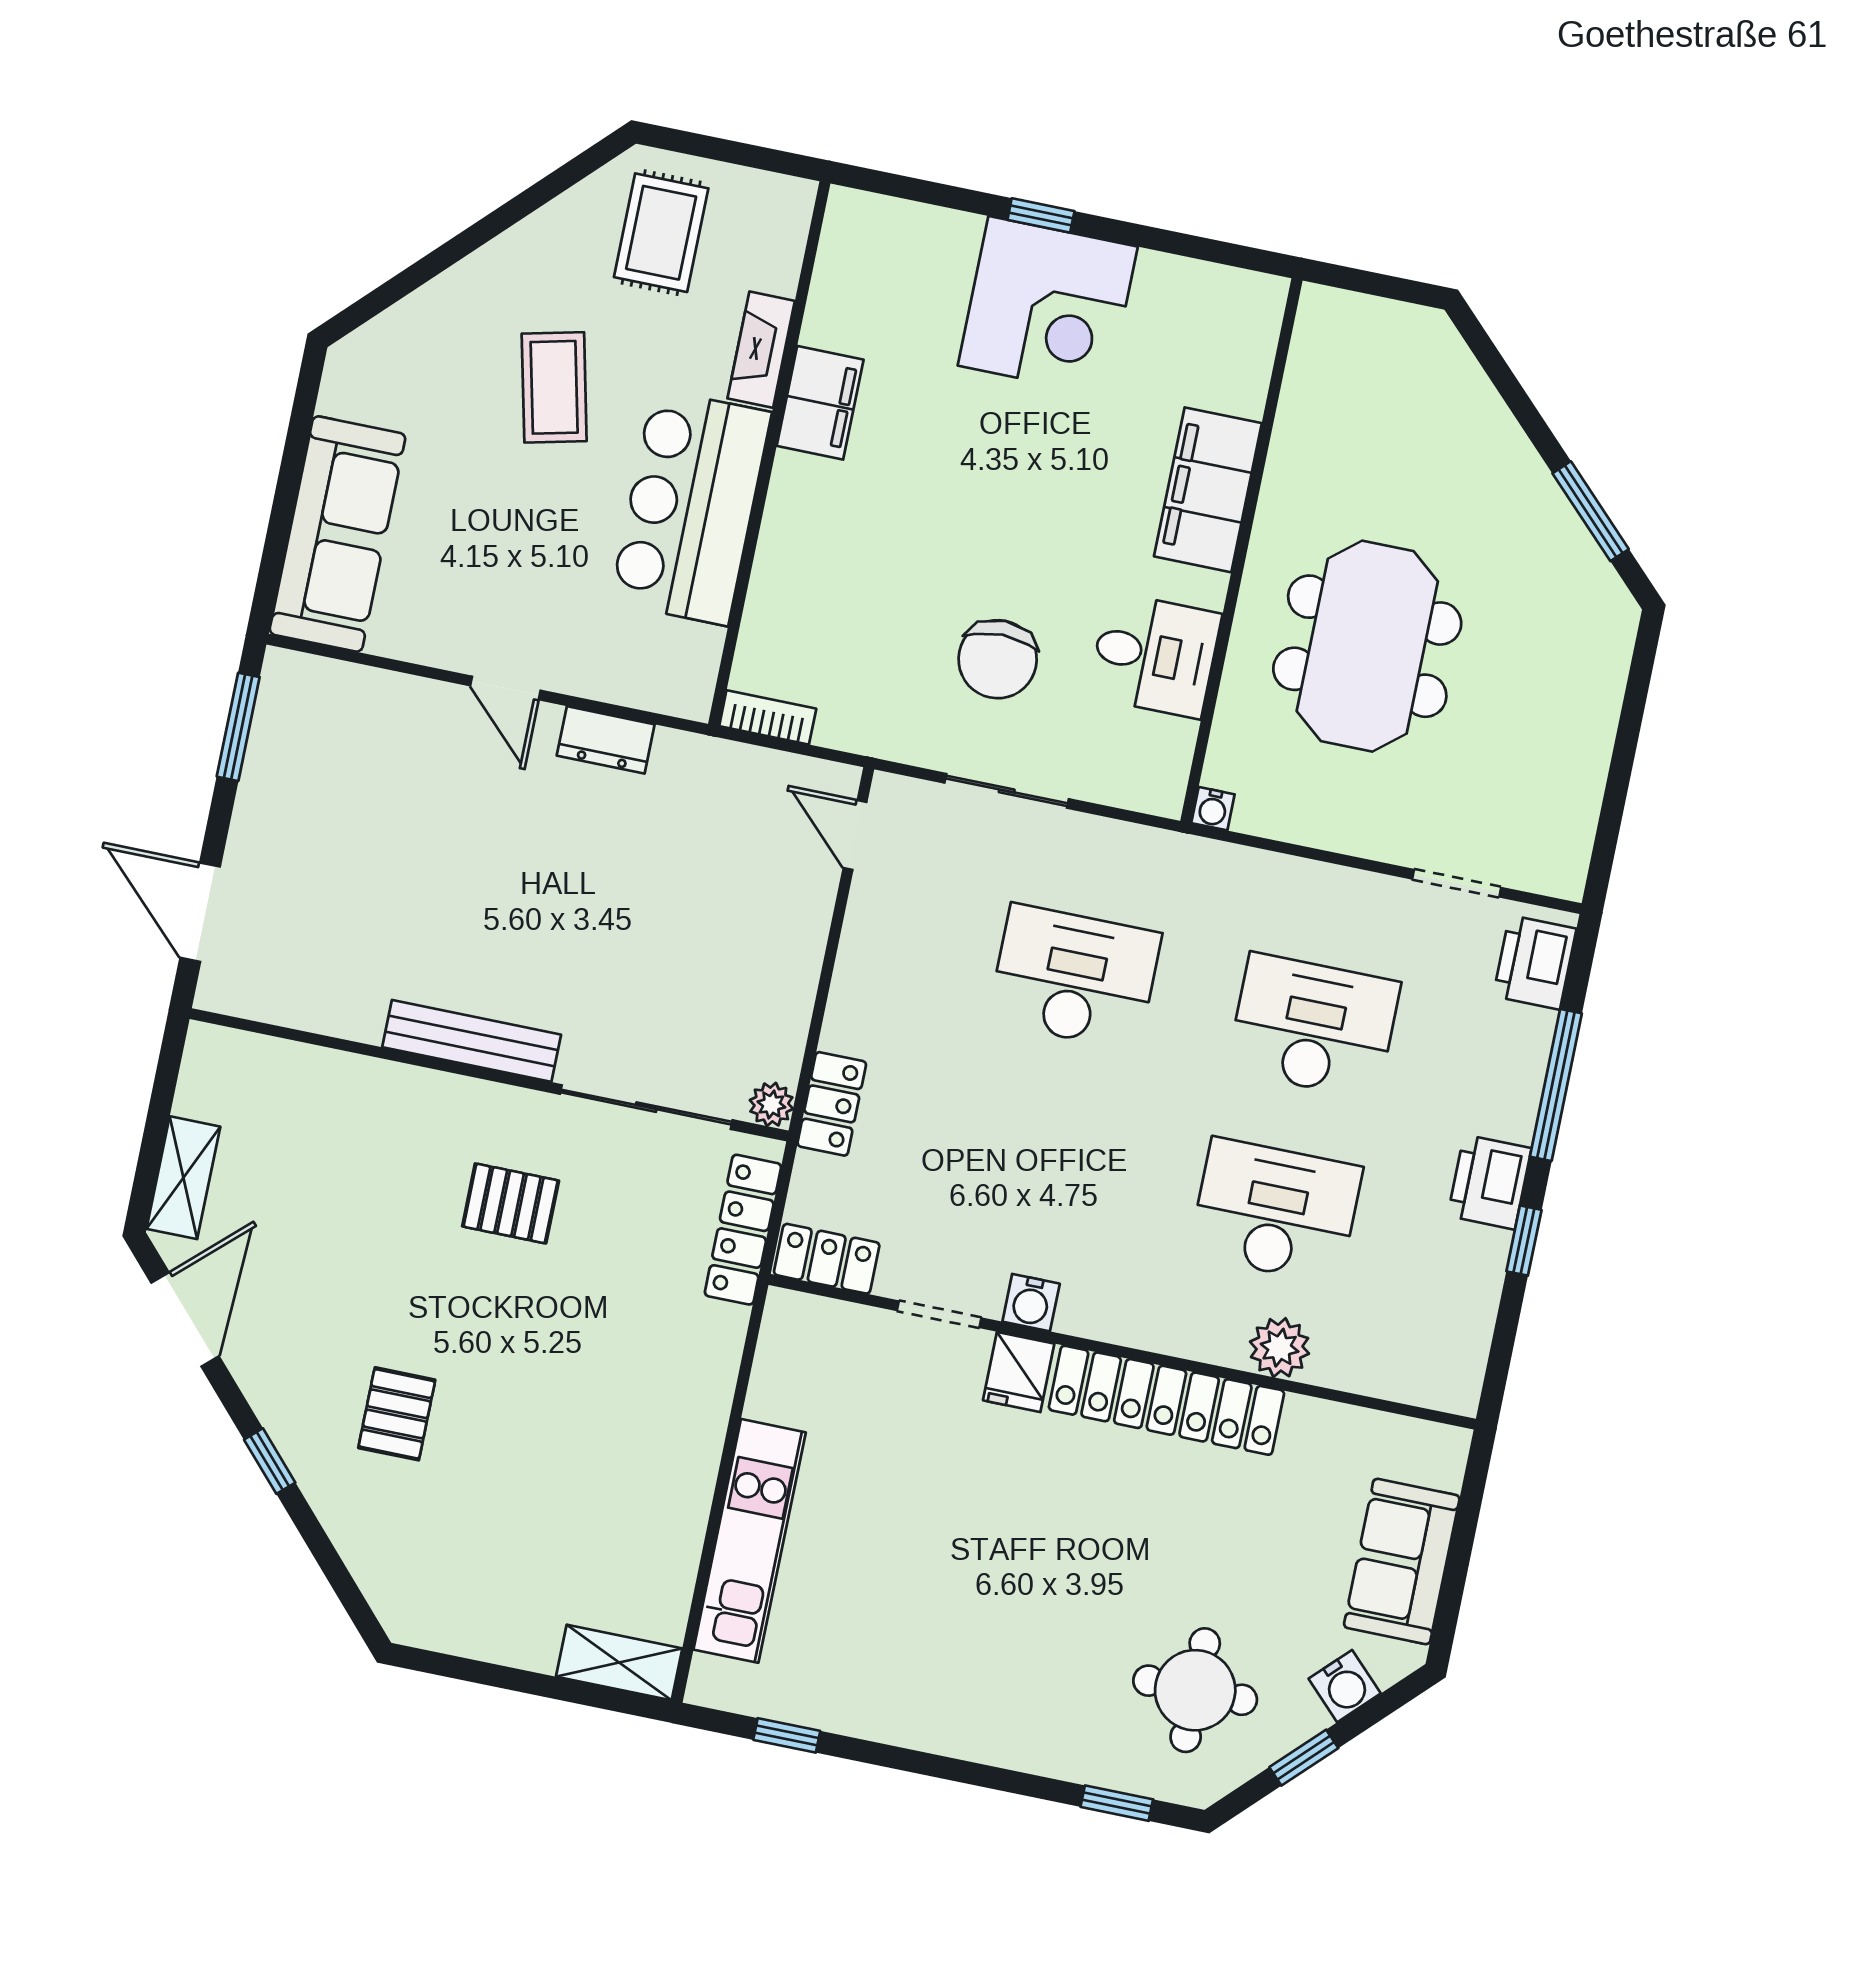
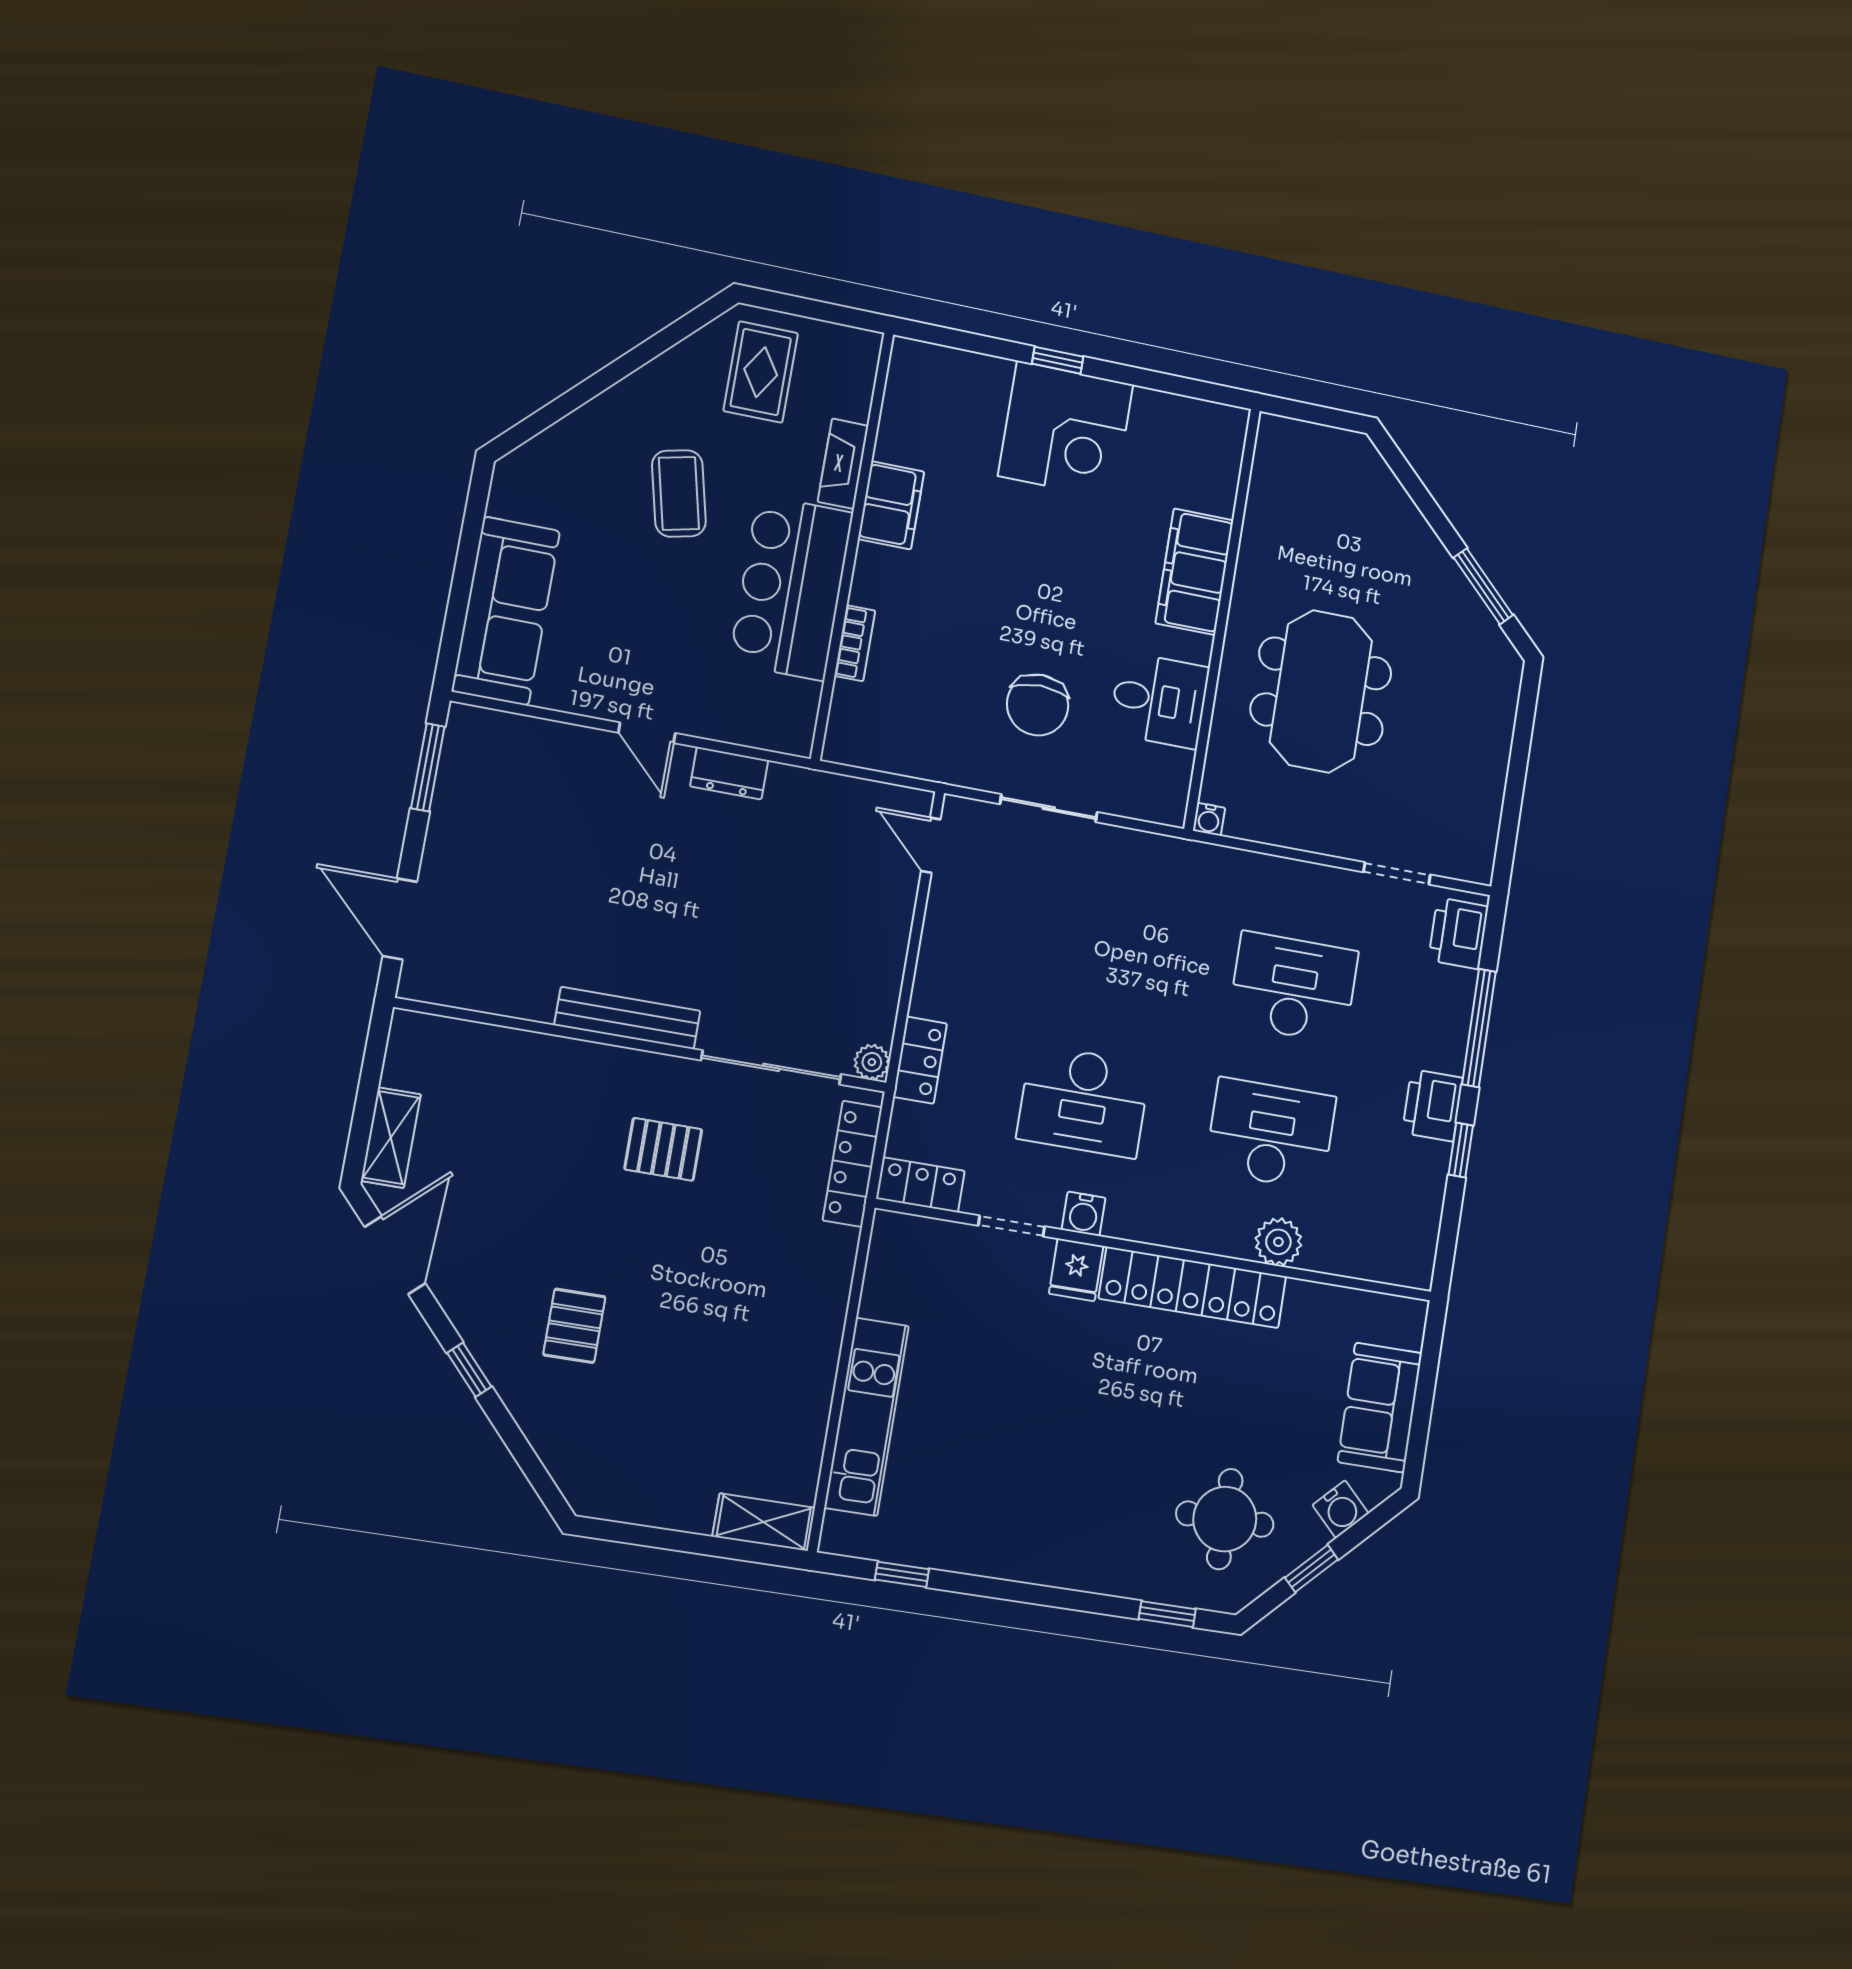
bookcase: (768, 717) -> (855, 643), moved, turned 90
desk: (1075, 977) -> (1084, 1101), moved, turned 180

